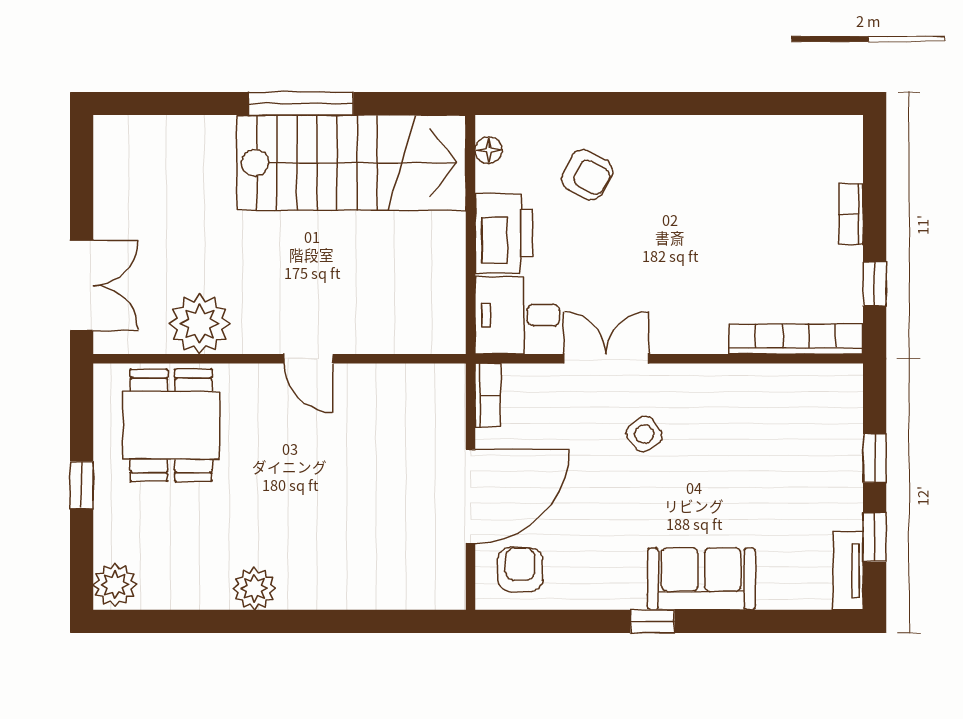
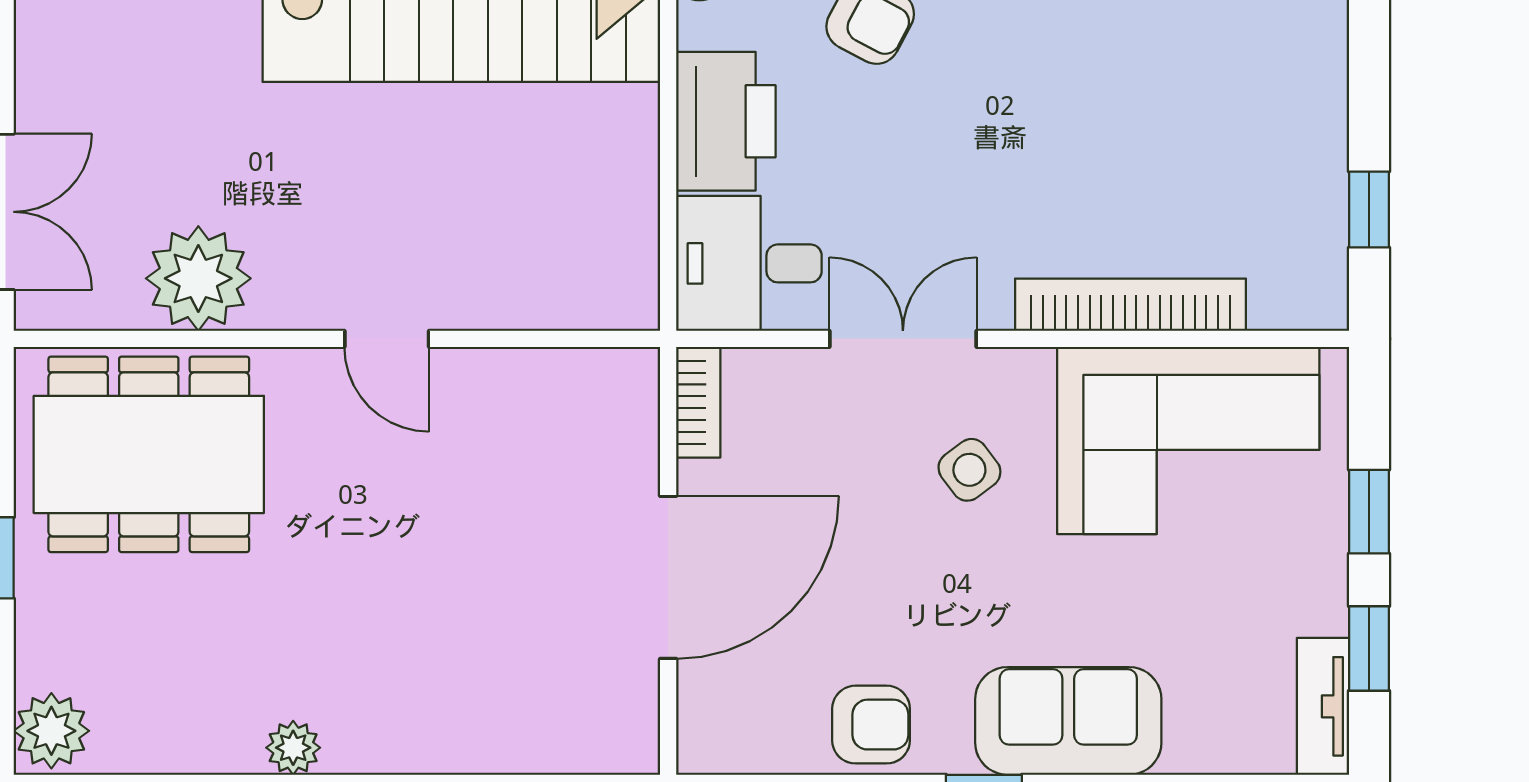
bookcase: (851, 214) -> (1328, 88), removed
bookcase: (796, 339) -> (1131, 305), moved
corner sofa: (770, 417) -> (1188, 440), added
dining table: (171, 425) -> (149, 454), width x1.37
armchair: (520, 570) -> (871, 725), moved, turned 90
plant: (254, 589) -> (293, 748), width x0.73, depth x0.73

